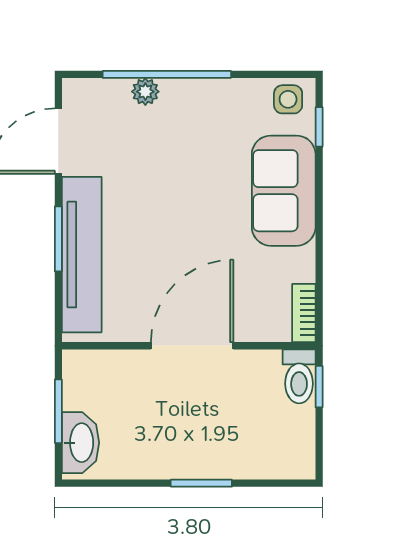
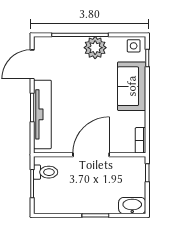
plant: (145, 92) -> (95, 48), moved, width x1.88, depth x1.88
toilet: (299, 376) -> (46, 172), moved, turned -90
washbasin: (80, 443) -> (132, 206), moved, turned -90

